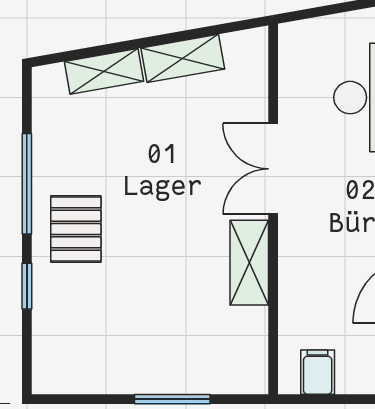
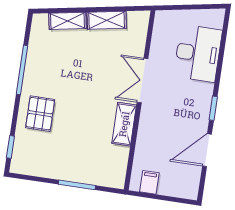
pallet: (76, 229) -> (40, 114), moved
window: (27, 286) -> (10, 147), moved

